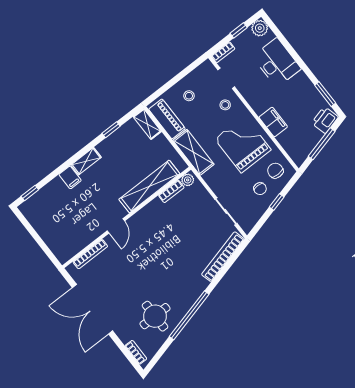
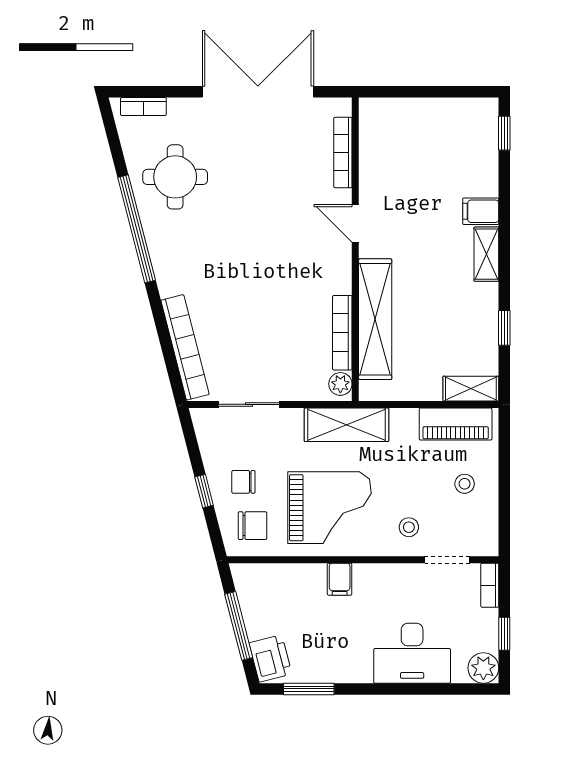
filing cabinet: (273, 122) -> (340, 579), width x0.50
shelving: (193, 152) -> (347, 425), moved
bookcase: (171, 191) -> (342, 333), width x1.56

